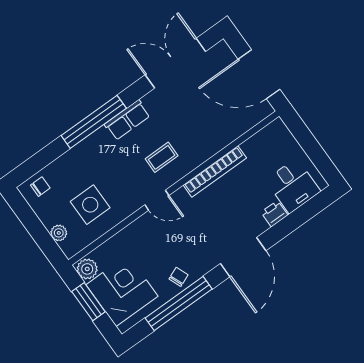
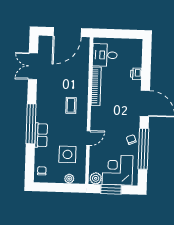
double door: (175, 63) -> (33, 66), width x0.73
row of seats: (127, 120) -> (41, 135), moved
desk: (293, 186) -> (105, 55), moved, turned 180
door: (157, 200) -> (88, 138), moved

